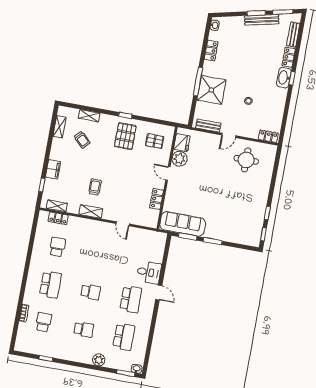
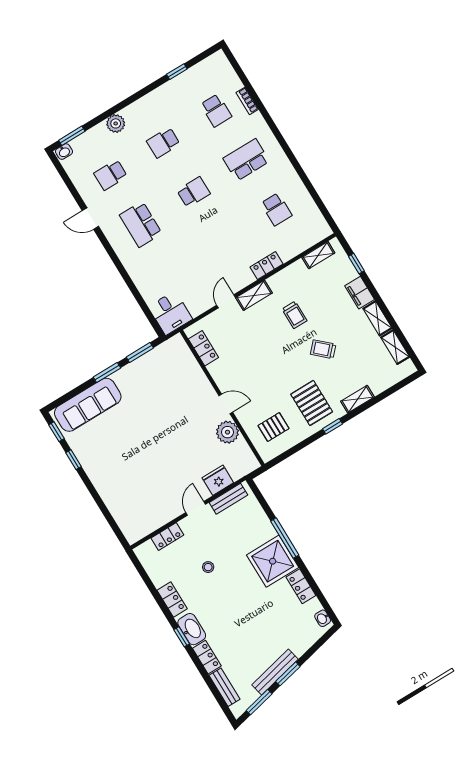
shower: (211, 90) -> (273, 561), moved
locker: (280, 101) -> (172, 600), added
shelving: (89, 116) -> (357, 399), moved
locker: (268, 136) -> (167, 537), moved
trolley: (82, 140) -> (323, 349), moved
fridge: (182, 143) -> (218, 480), moved, turned 90
shelving: (56, 149) -> (378, 318), added
round table: (246, 160) -> (151, 498), removed
locker: (157, 199) -> (203, 348), moved
shelving: (91, 212) -> (254, 295), moved
locker: (58, 218) -> (267, 265), moved
door: (123, 224) -> (226, 301), hinge flipped
sofa: (183, 224) -> (88, 405), moved
desk: (149, 272) -> (170, 313), moved, turned -90
school desk: (50, 284) -> (246, 160), turned 90
school desk: (91, 292) -> (193, 192), turned 180
door: (159, 293) -> (90, 219), moved
school desk: (124, 337) -> (111, 175), width x0.54

